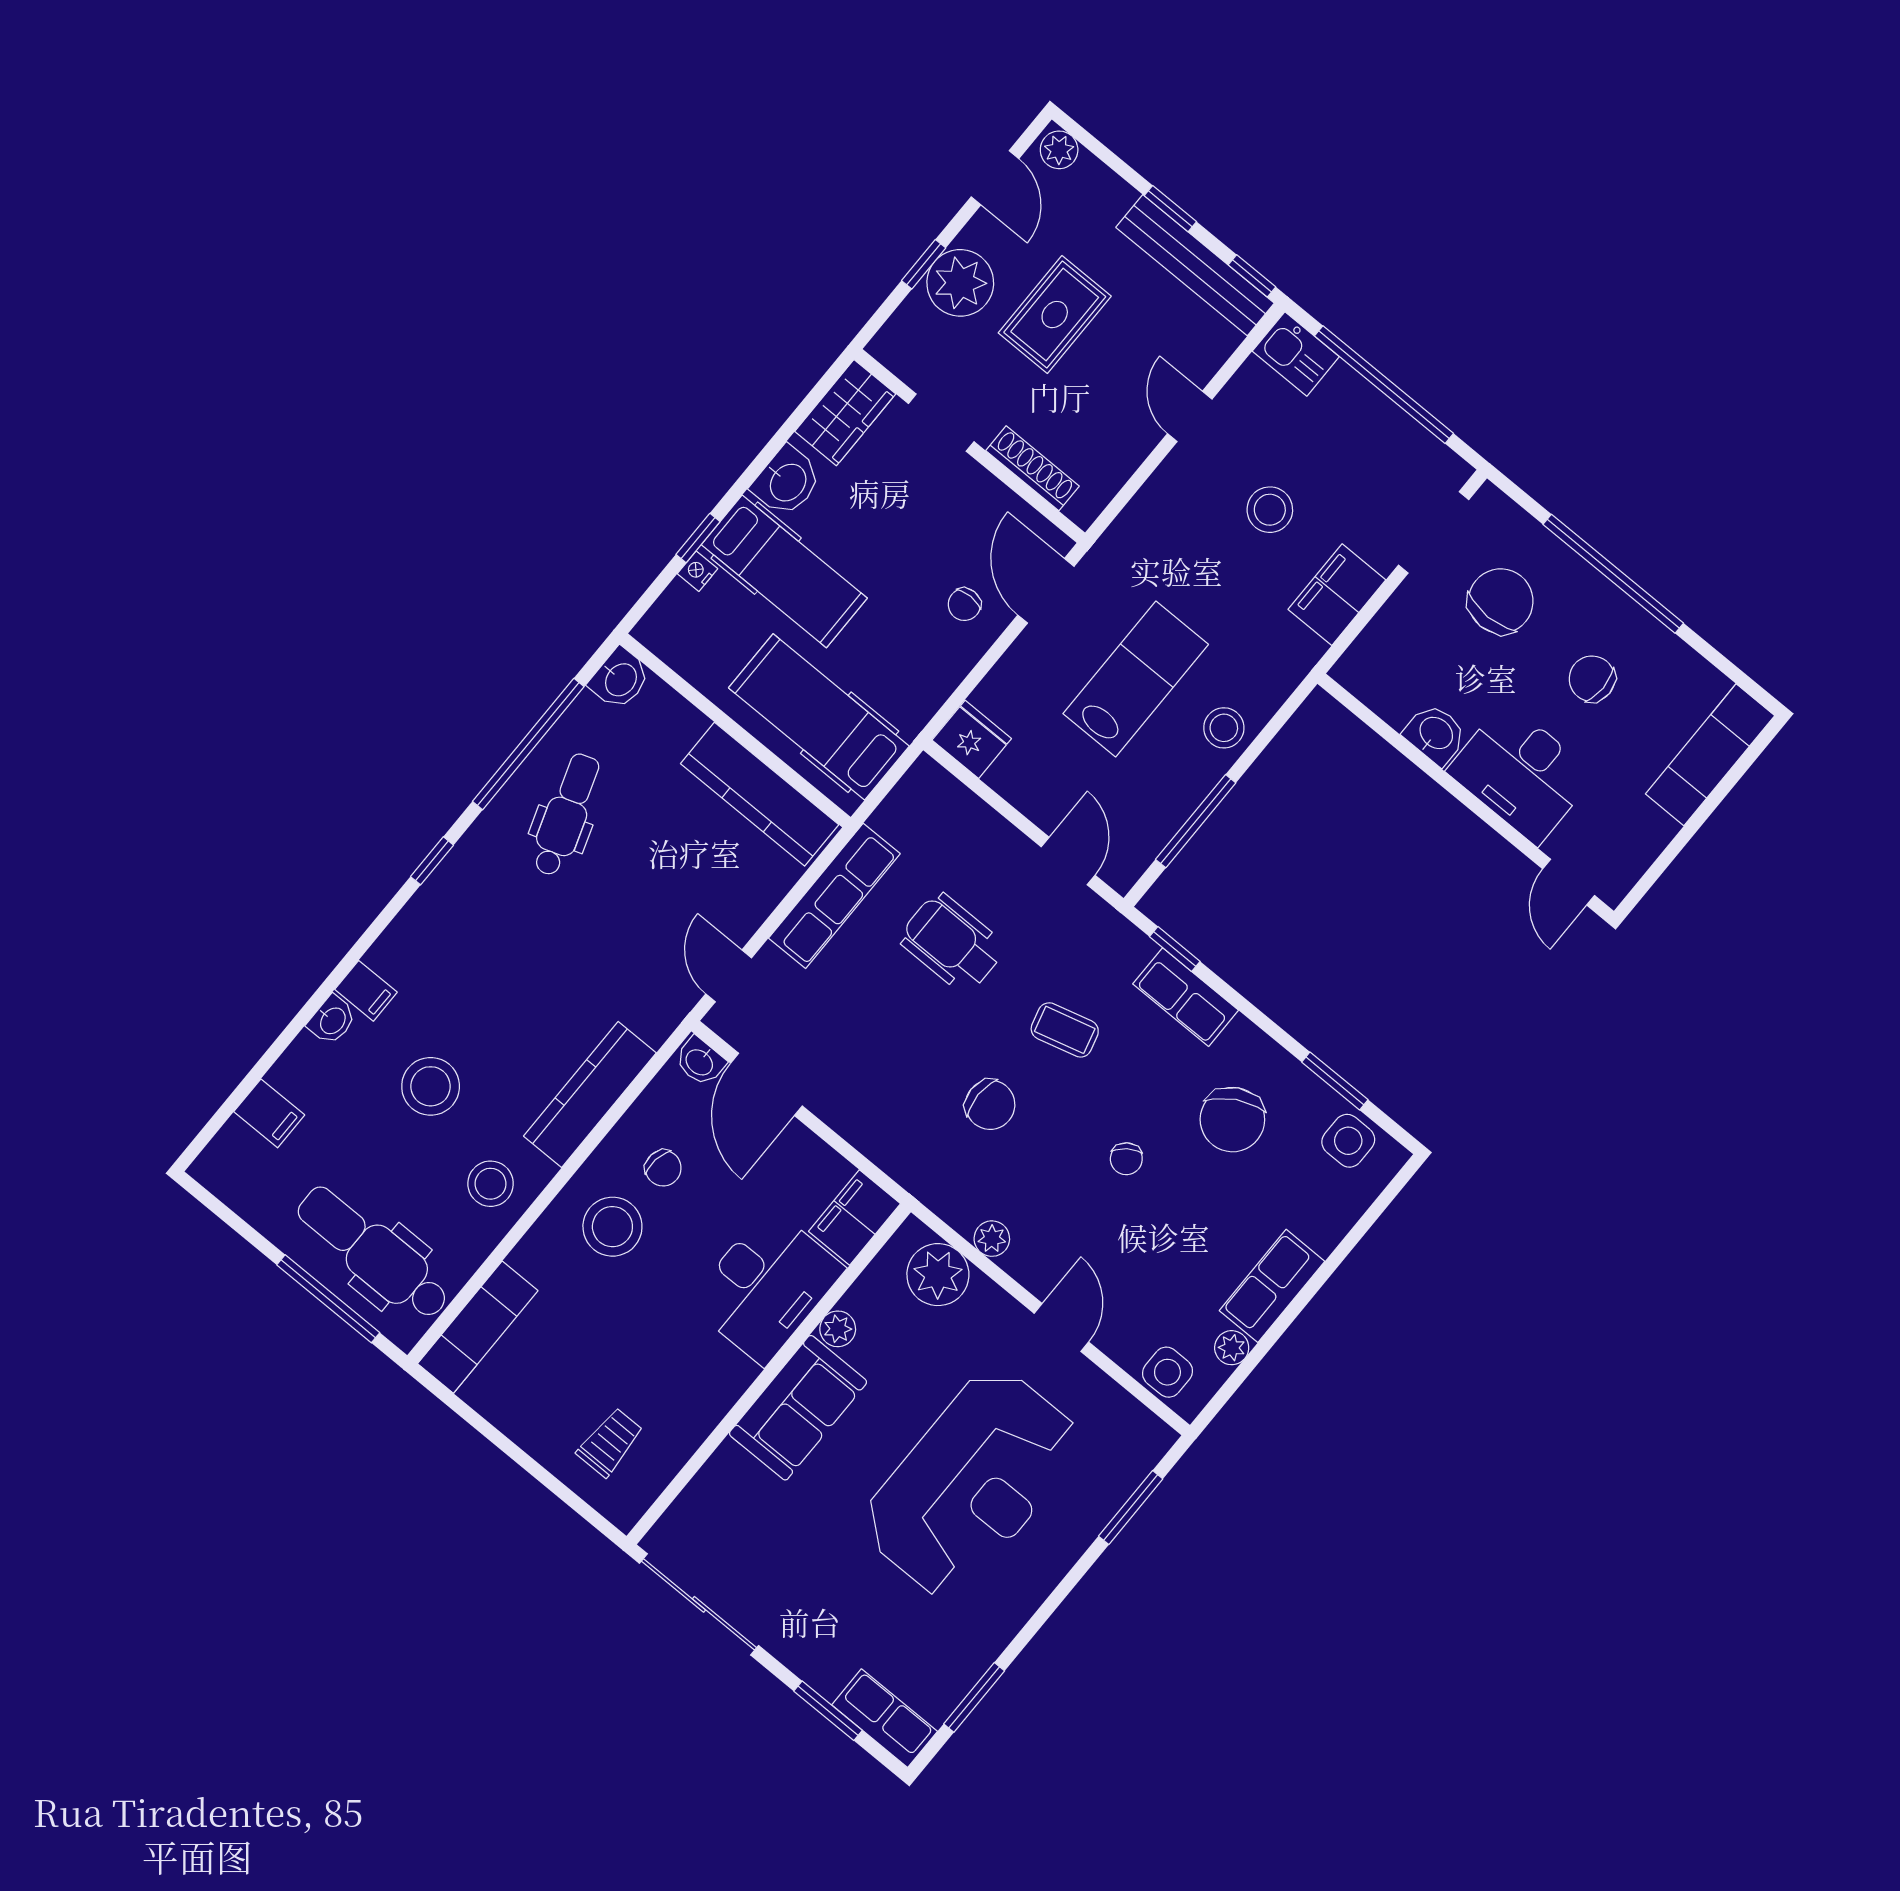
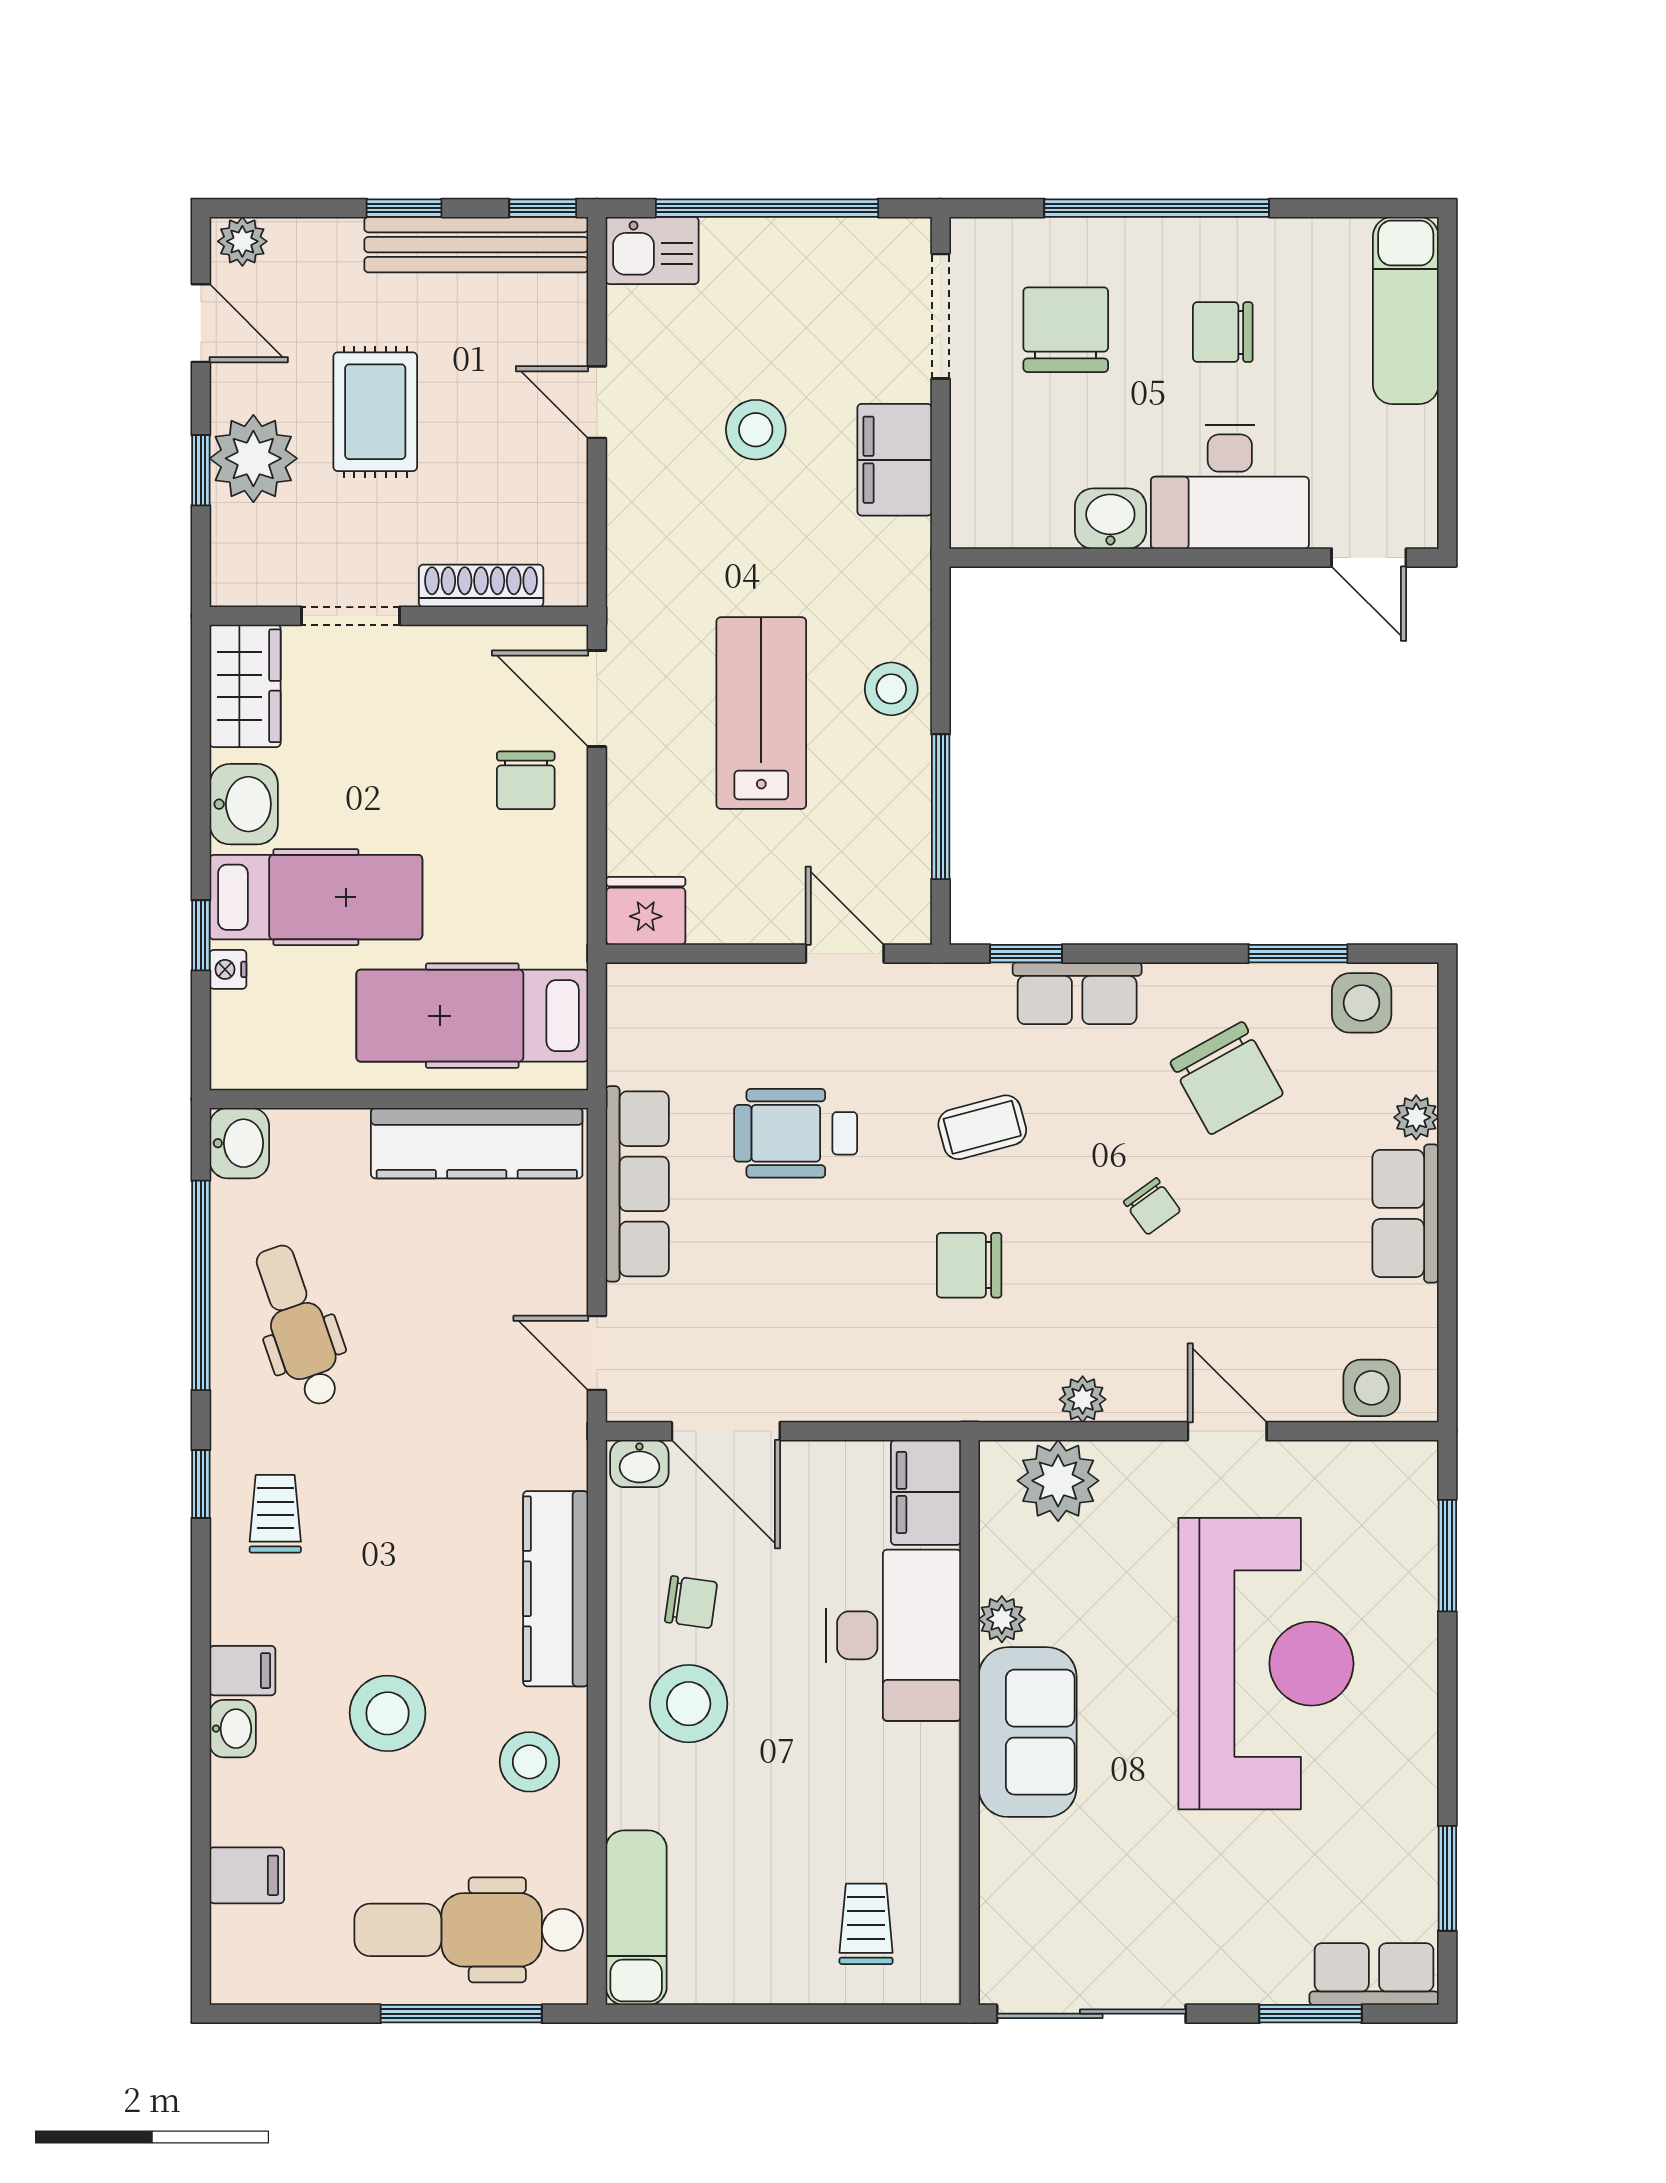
chair: (964, 604) -> (526, 780), width x1.37, depth x1.37
trolley: (461, 914) -> (275, 1514), added
chair: (990, 1105) -> (969, 1265), turned 180
plant: (1232, 1348) -> (1416, 1117), moved

